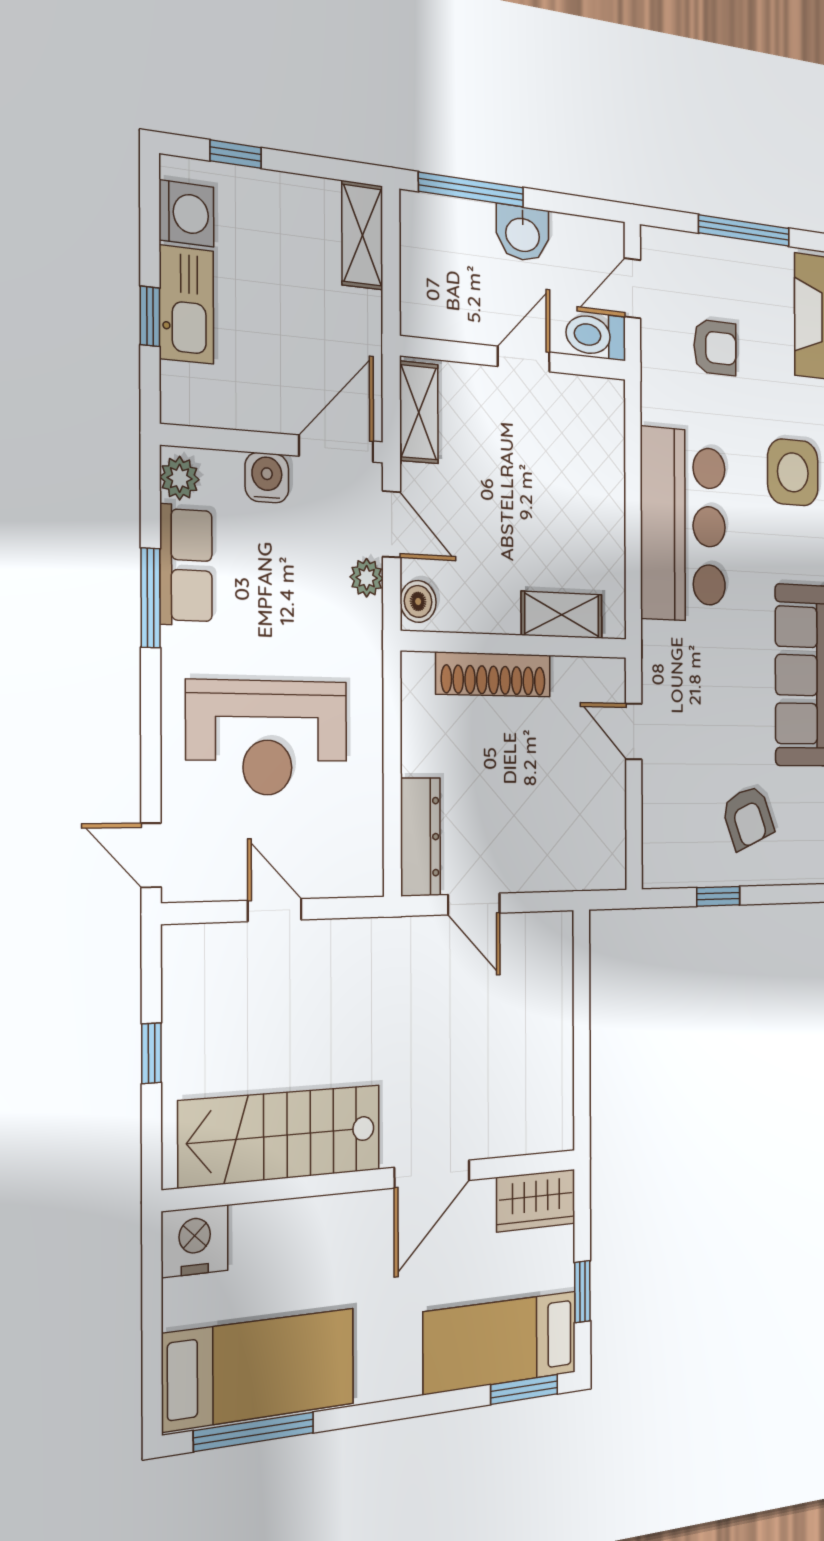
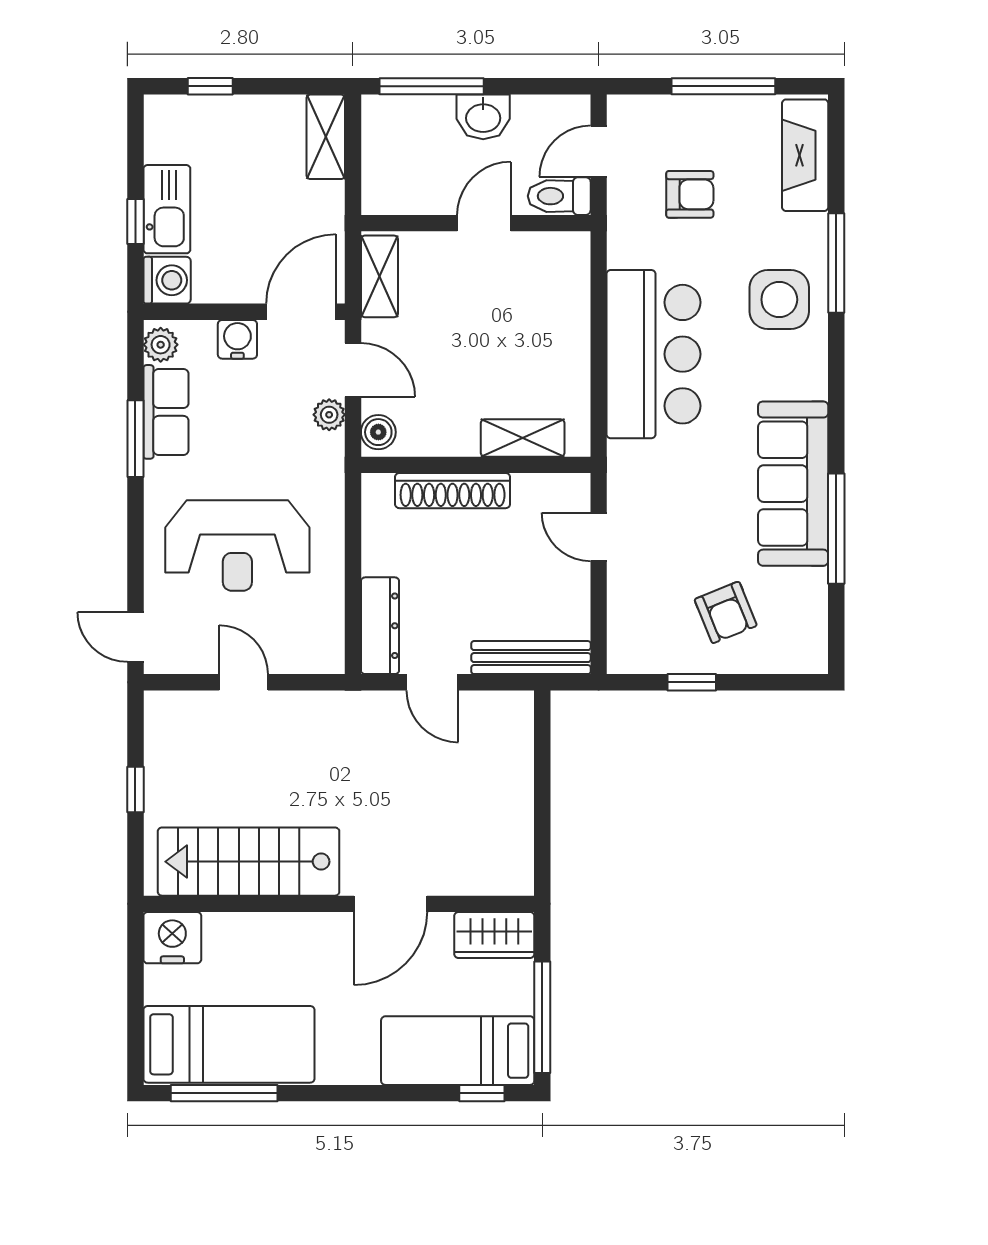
washing machine: (186, 213) -> (167, 280), moved
bench: (571, 872) -> (531, 658), added
window: (582, 1292) -> (542, 1017), width x2.17
window: (524, 1389) -> (482, 1093), width x0.67

